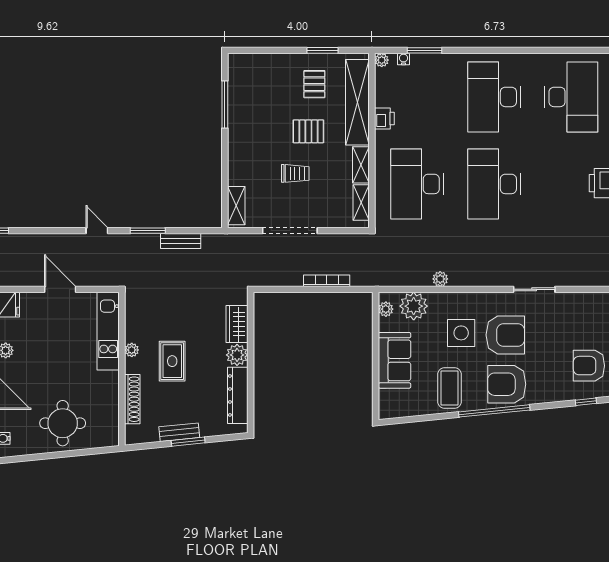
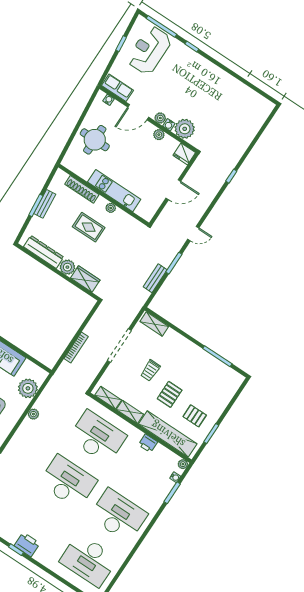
plant: (386, 309) -> (37, 371), removed
kitchen unit: (108, 331) -> (114, 191), moved

